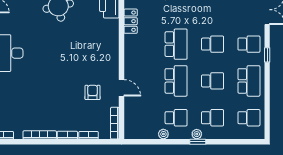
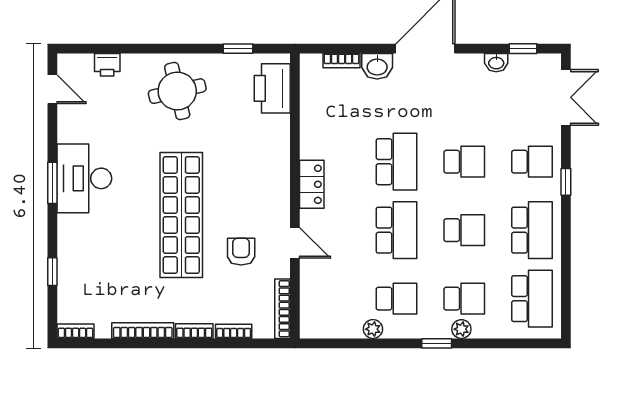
locker: (131, 21) -> (312, 184), moved
shop shelf: (60, 73) -> (181, 215), added
school desk: (249, 118) -> (532, 299), width x1.85
plant: (197, 134) -> (461, 329), moved

